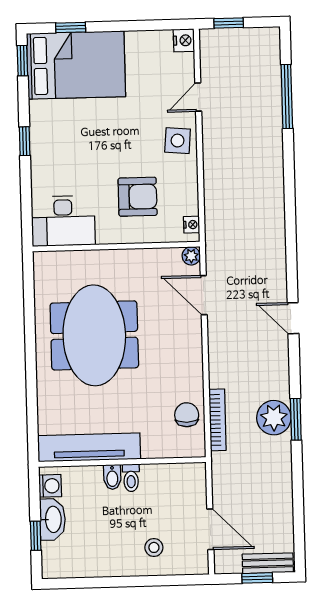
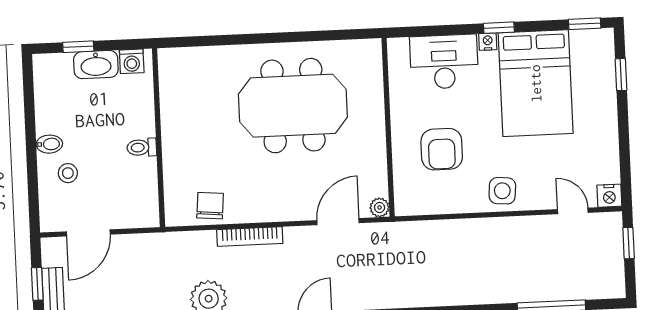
bed: (76, 65) -> (536, 83), moved
door: (198, 97) -> (573, 211), moved
desk: (63, 221) -> (444, 62), moved, turned 90
nightstand: (192, 225) -> (488, 42), moved, turned 180
chair: (187, 415) -> (210, 206), turned -85
bookcase: (218, 420) -> (250, 237), moved
tv unit: (89, 447) -> (173, 102), removed
bidet: (112, 477) -> (49, 144), moved, turned 180

